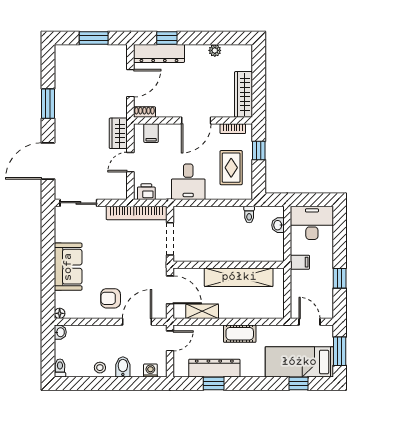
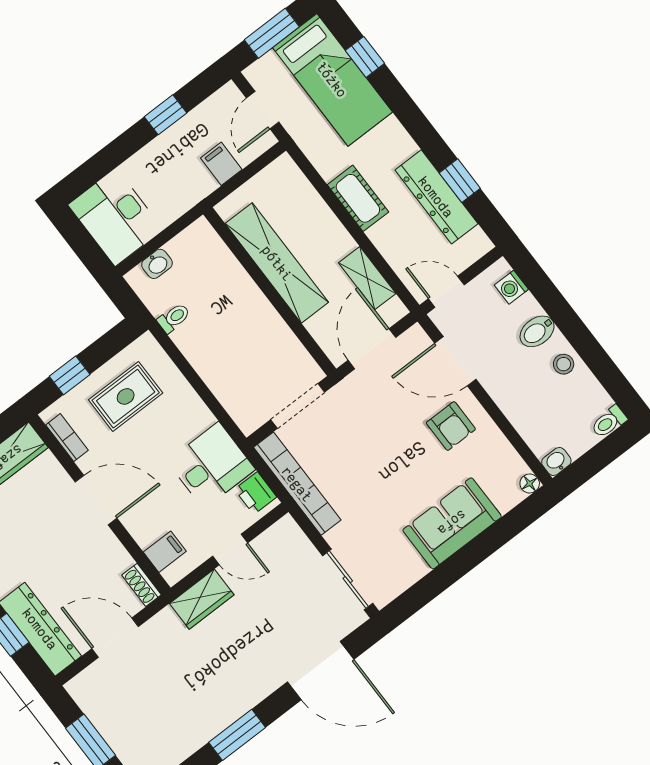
desk: (188, 182) -> (211, 465), moved
filing cabinet: (300, 262) -> (221, 164), moved

